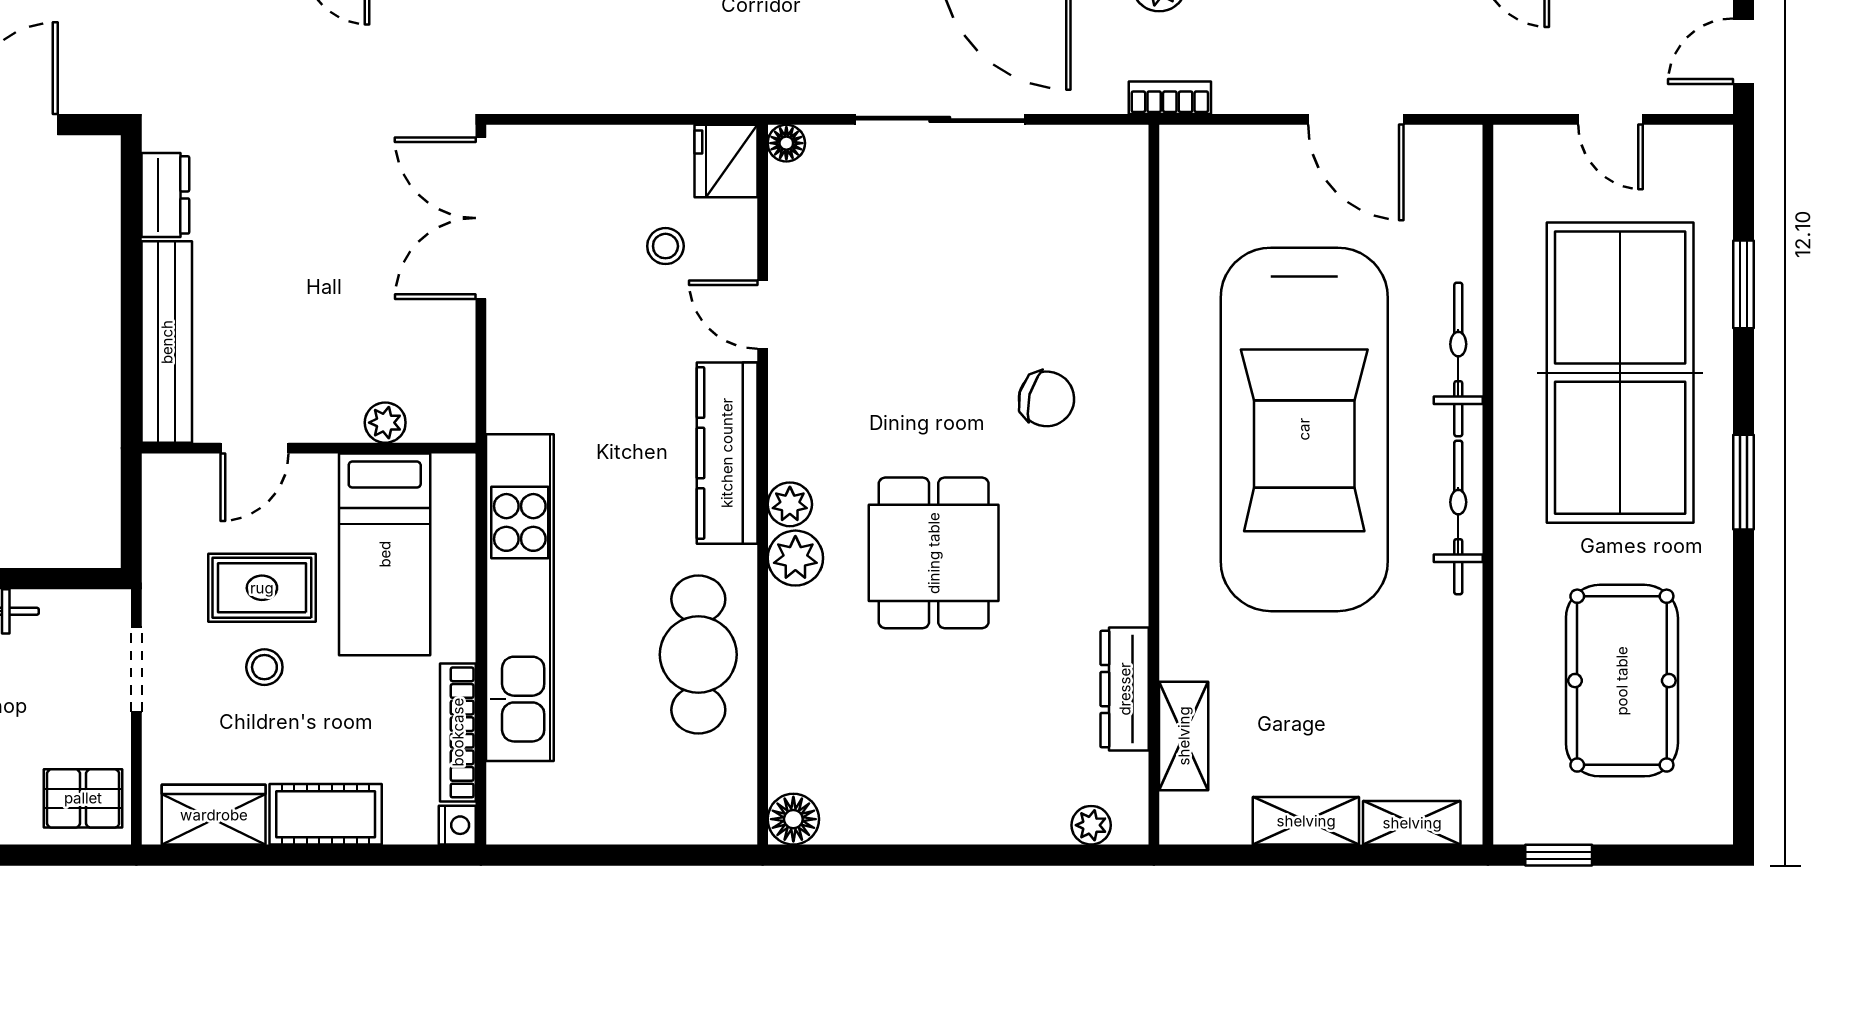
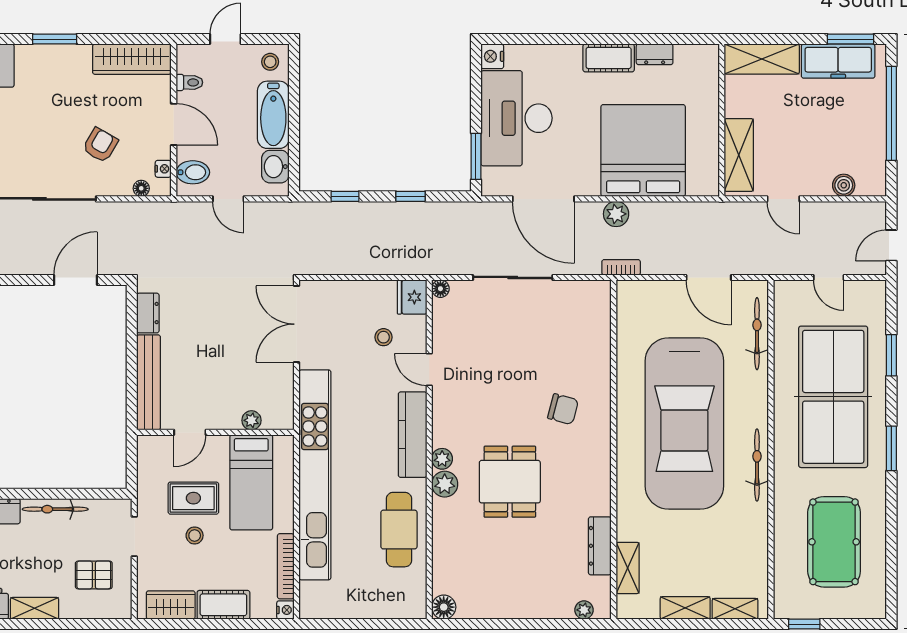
bicycle: (1458, 360) -> (757, 334), moved
kitchen unit: (520, 598) -> (315, 475), width x1.36
pallet: (83, 798) -> (94, 575), moved

